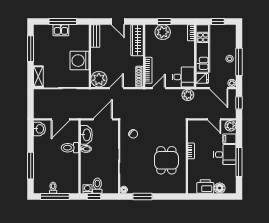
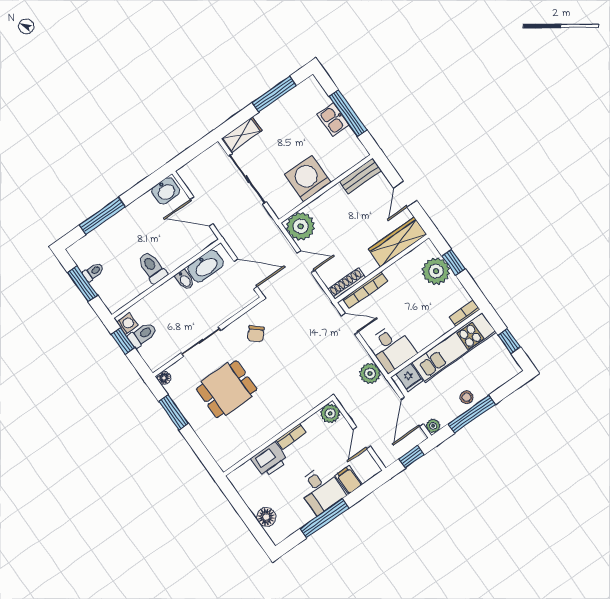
plant: (230, 126) -> (330, 413), moved
toilet: (70, 148) -> (152, 267), moved
dining table: (166, 160) -> (227, 389), moved
printer: (205, 186) -> (270, 460), moved, turned 90
window: (55, 196) -> (82, 284), width x0.69

